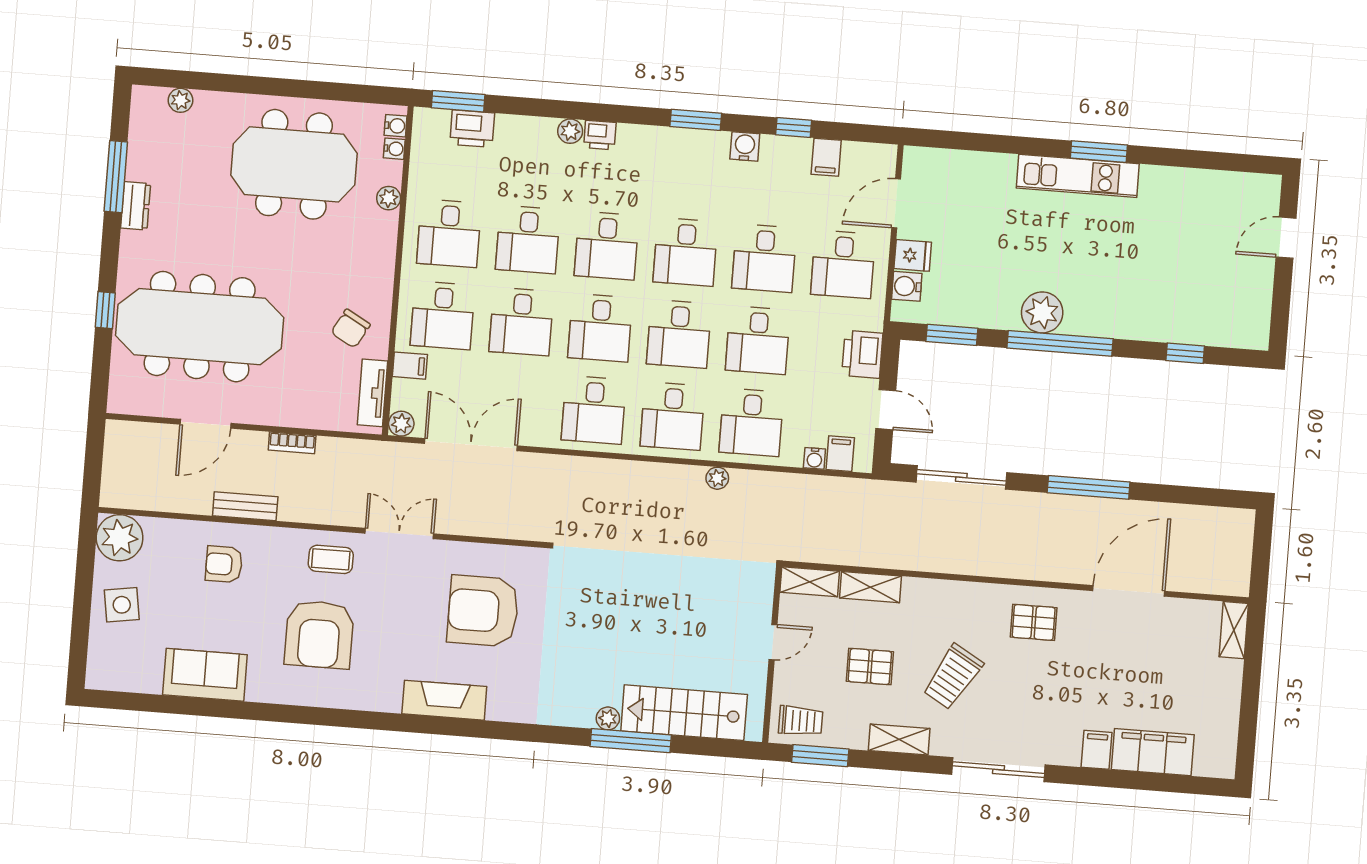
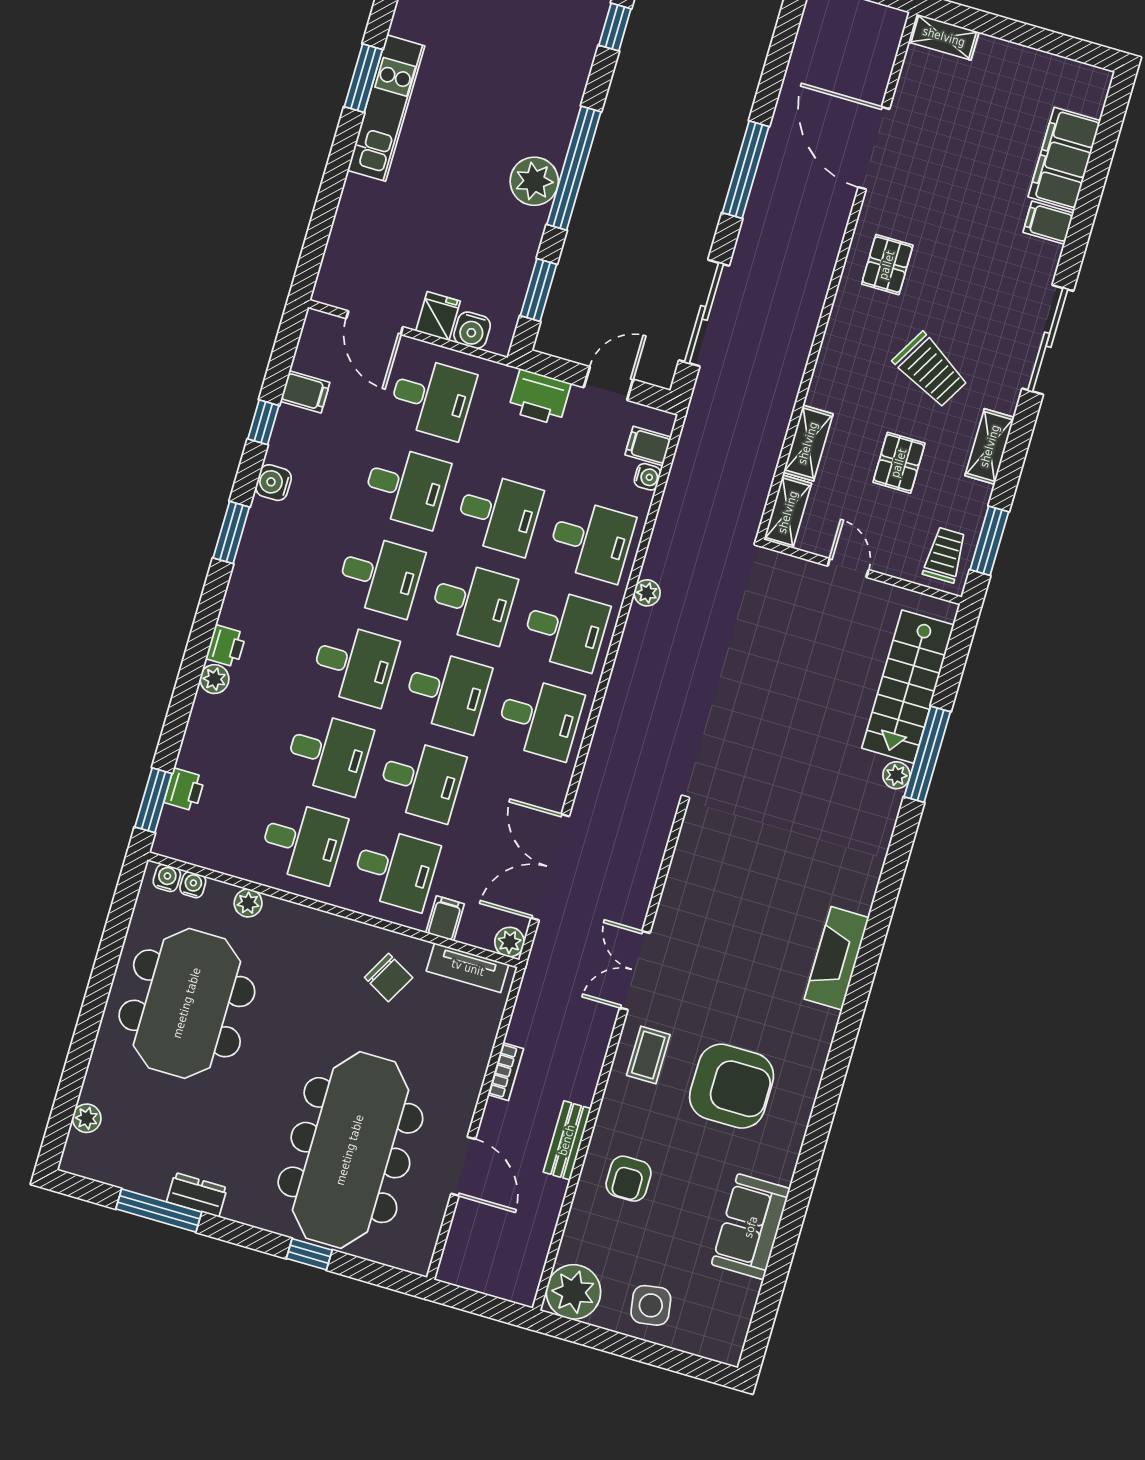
printer: (472, 129) -> (184, 790), width x0.73, depth x0.81
armchair: (483, 611) -> (744, 893), removed

